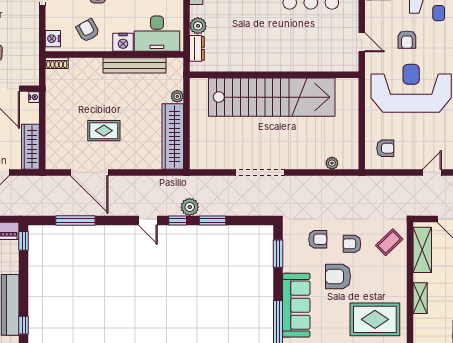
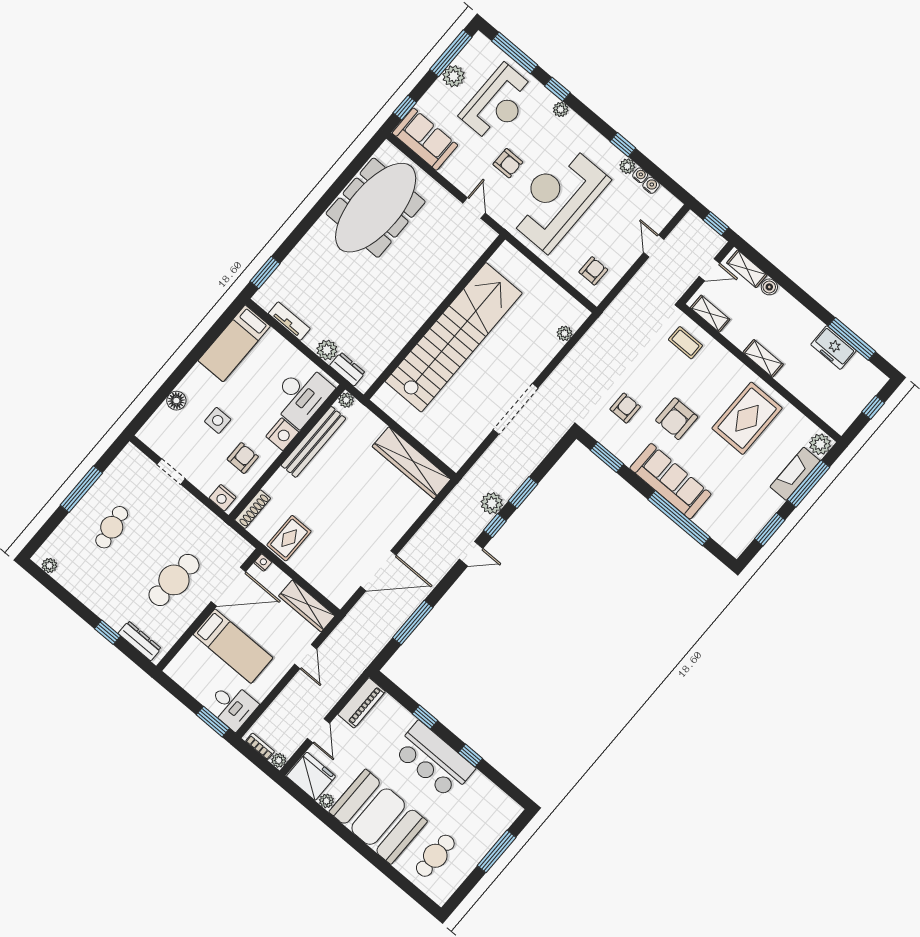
armchair: (88, 30) -> (243, 458), turned 119
door: (362, 42) -> (474, 208), hinge flipped
shoe rack: (57, 63) -> (253, 509), width x1.43
plant: (177, 96) -> (346, 400), moved
rug: (104, 131) -> (289, 538), moved
window: (24, 241) -> (425, 717), moved
coffee table: (389, 242) -> (685, 343), turned -46
armchair: (352, 244) -> (657, 379), removed
shelving: (422, 250) -> (710, 314), width x0.67, depth x0.75

